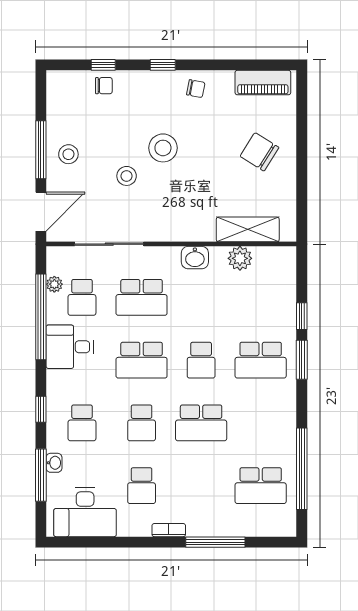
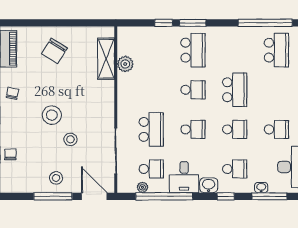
washbasin: (195, 258) -> (209, 185), moved, turned -90
school desk: (142, 360) -> (193, 129), width x0.54

